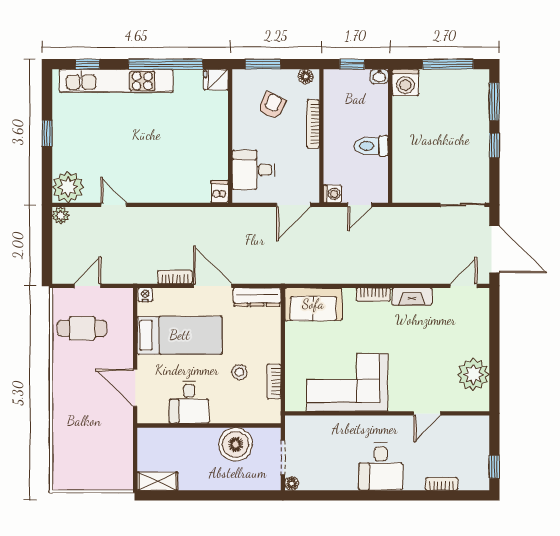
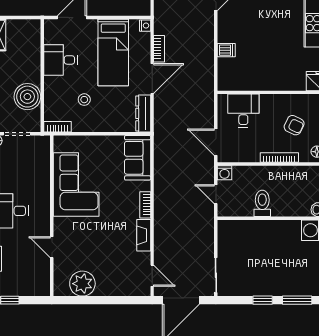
dishwasher: (220, 192) -> (226, 50), moved
bookcase: (274, 381) -> (57, 127), moved

